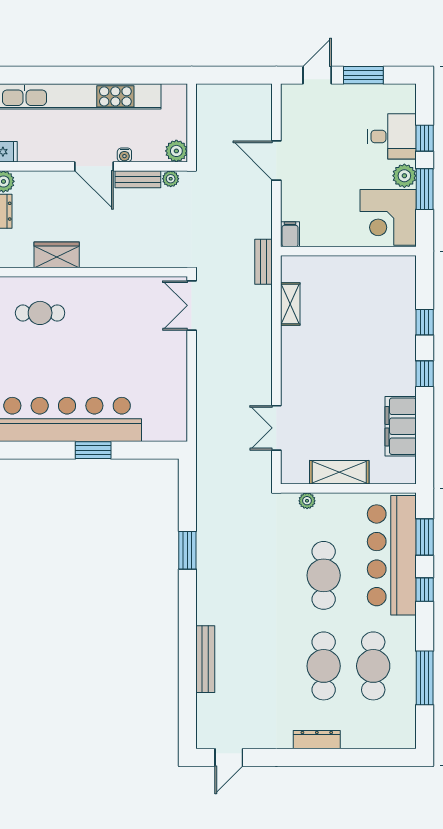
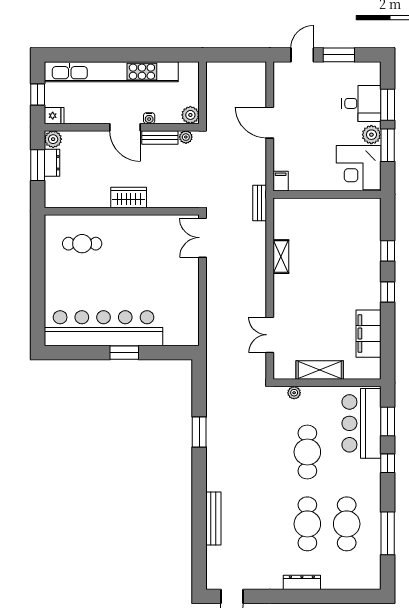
window: (425, 138) -> (388, 105), width x1.50
wardrobe: (57, 255) -> (129, 198), moved
shelving: (290, 304) -> (281, 257), moved
bar counter: (392, 555) -> (361, 423), width x0.73

